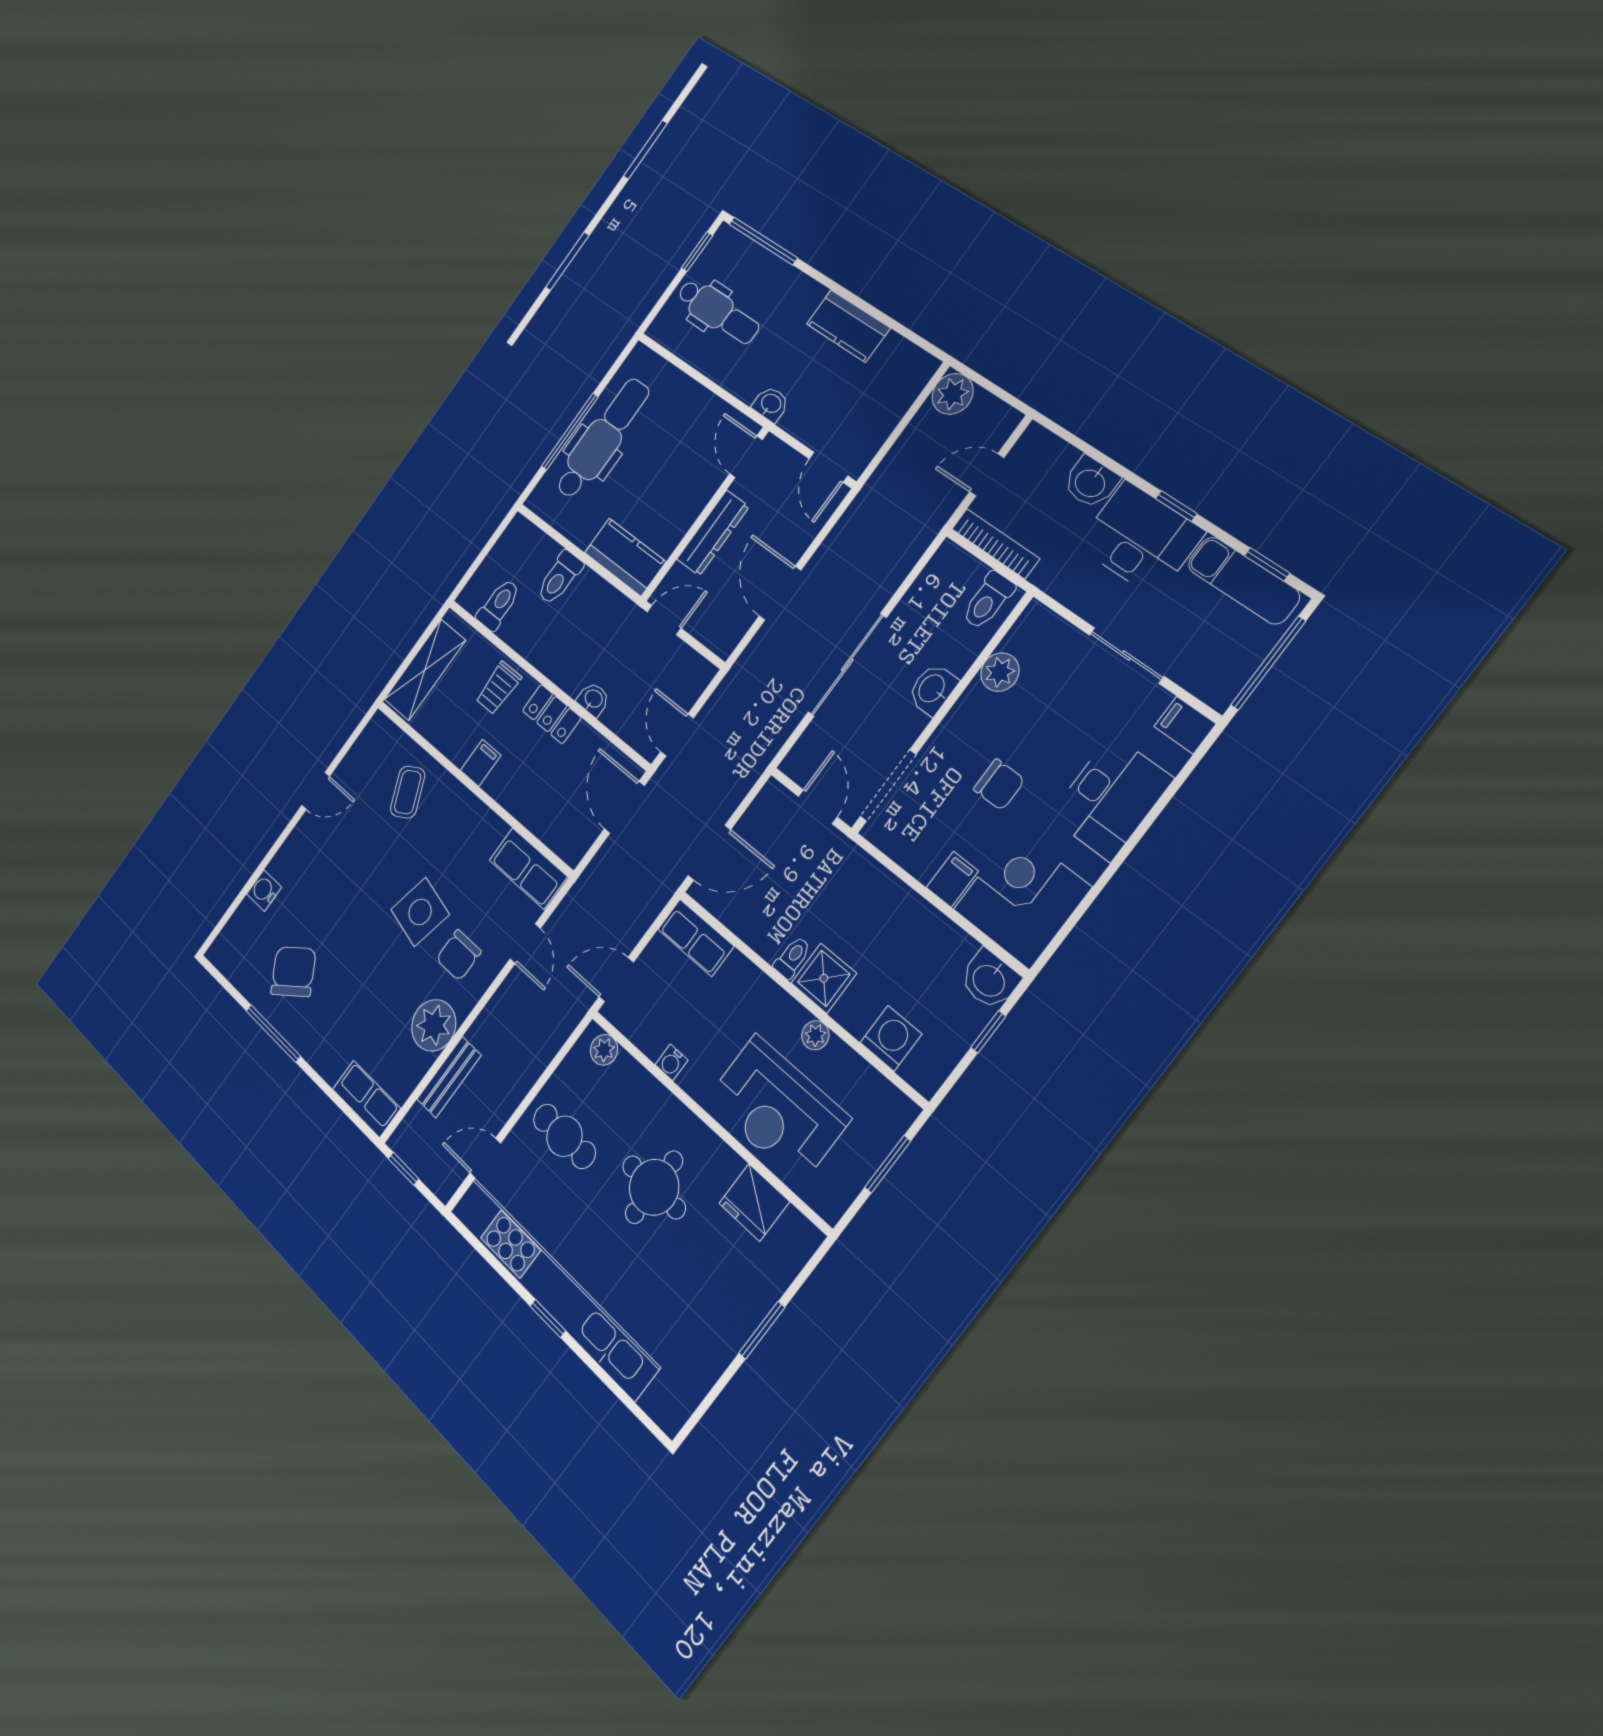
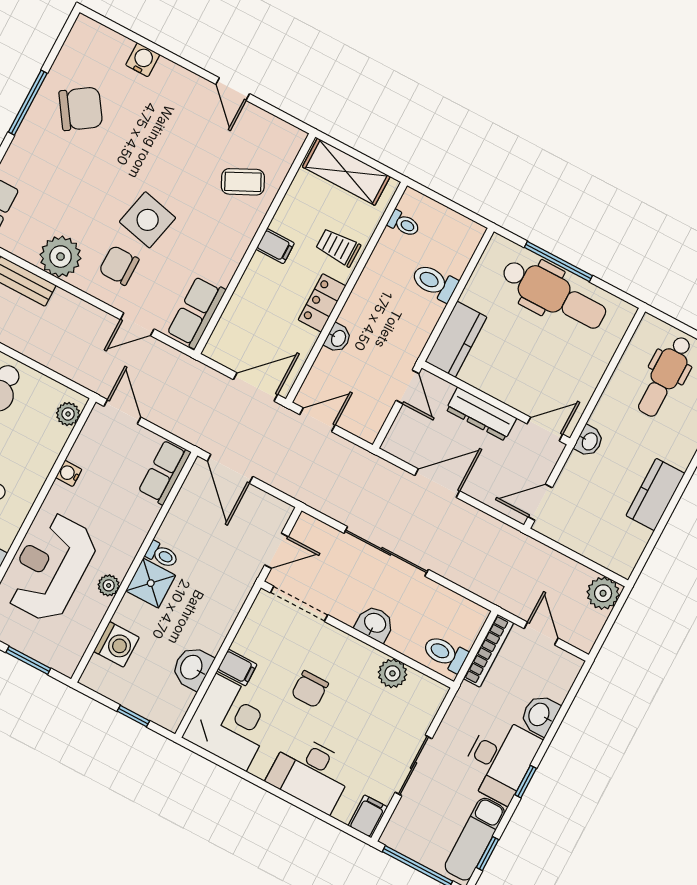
toilet: (498, 605) -> (404, 224), width x0.73, depth x0.72
washbasin: (989, 980) -> (192, 668), moved

